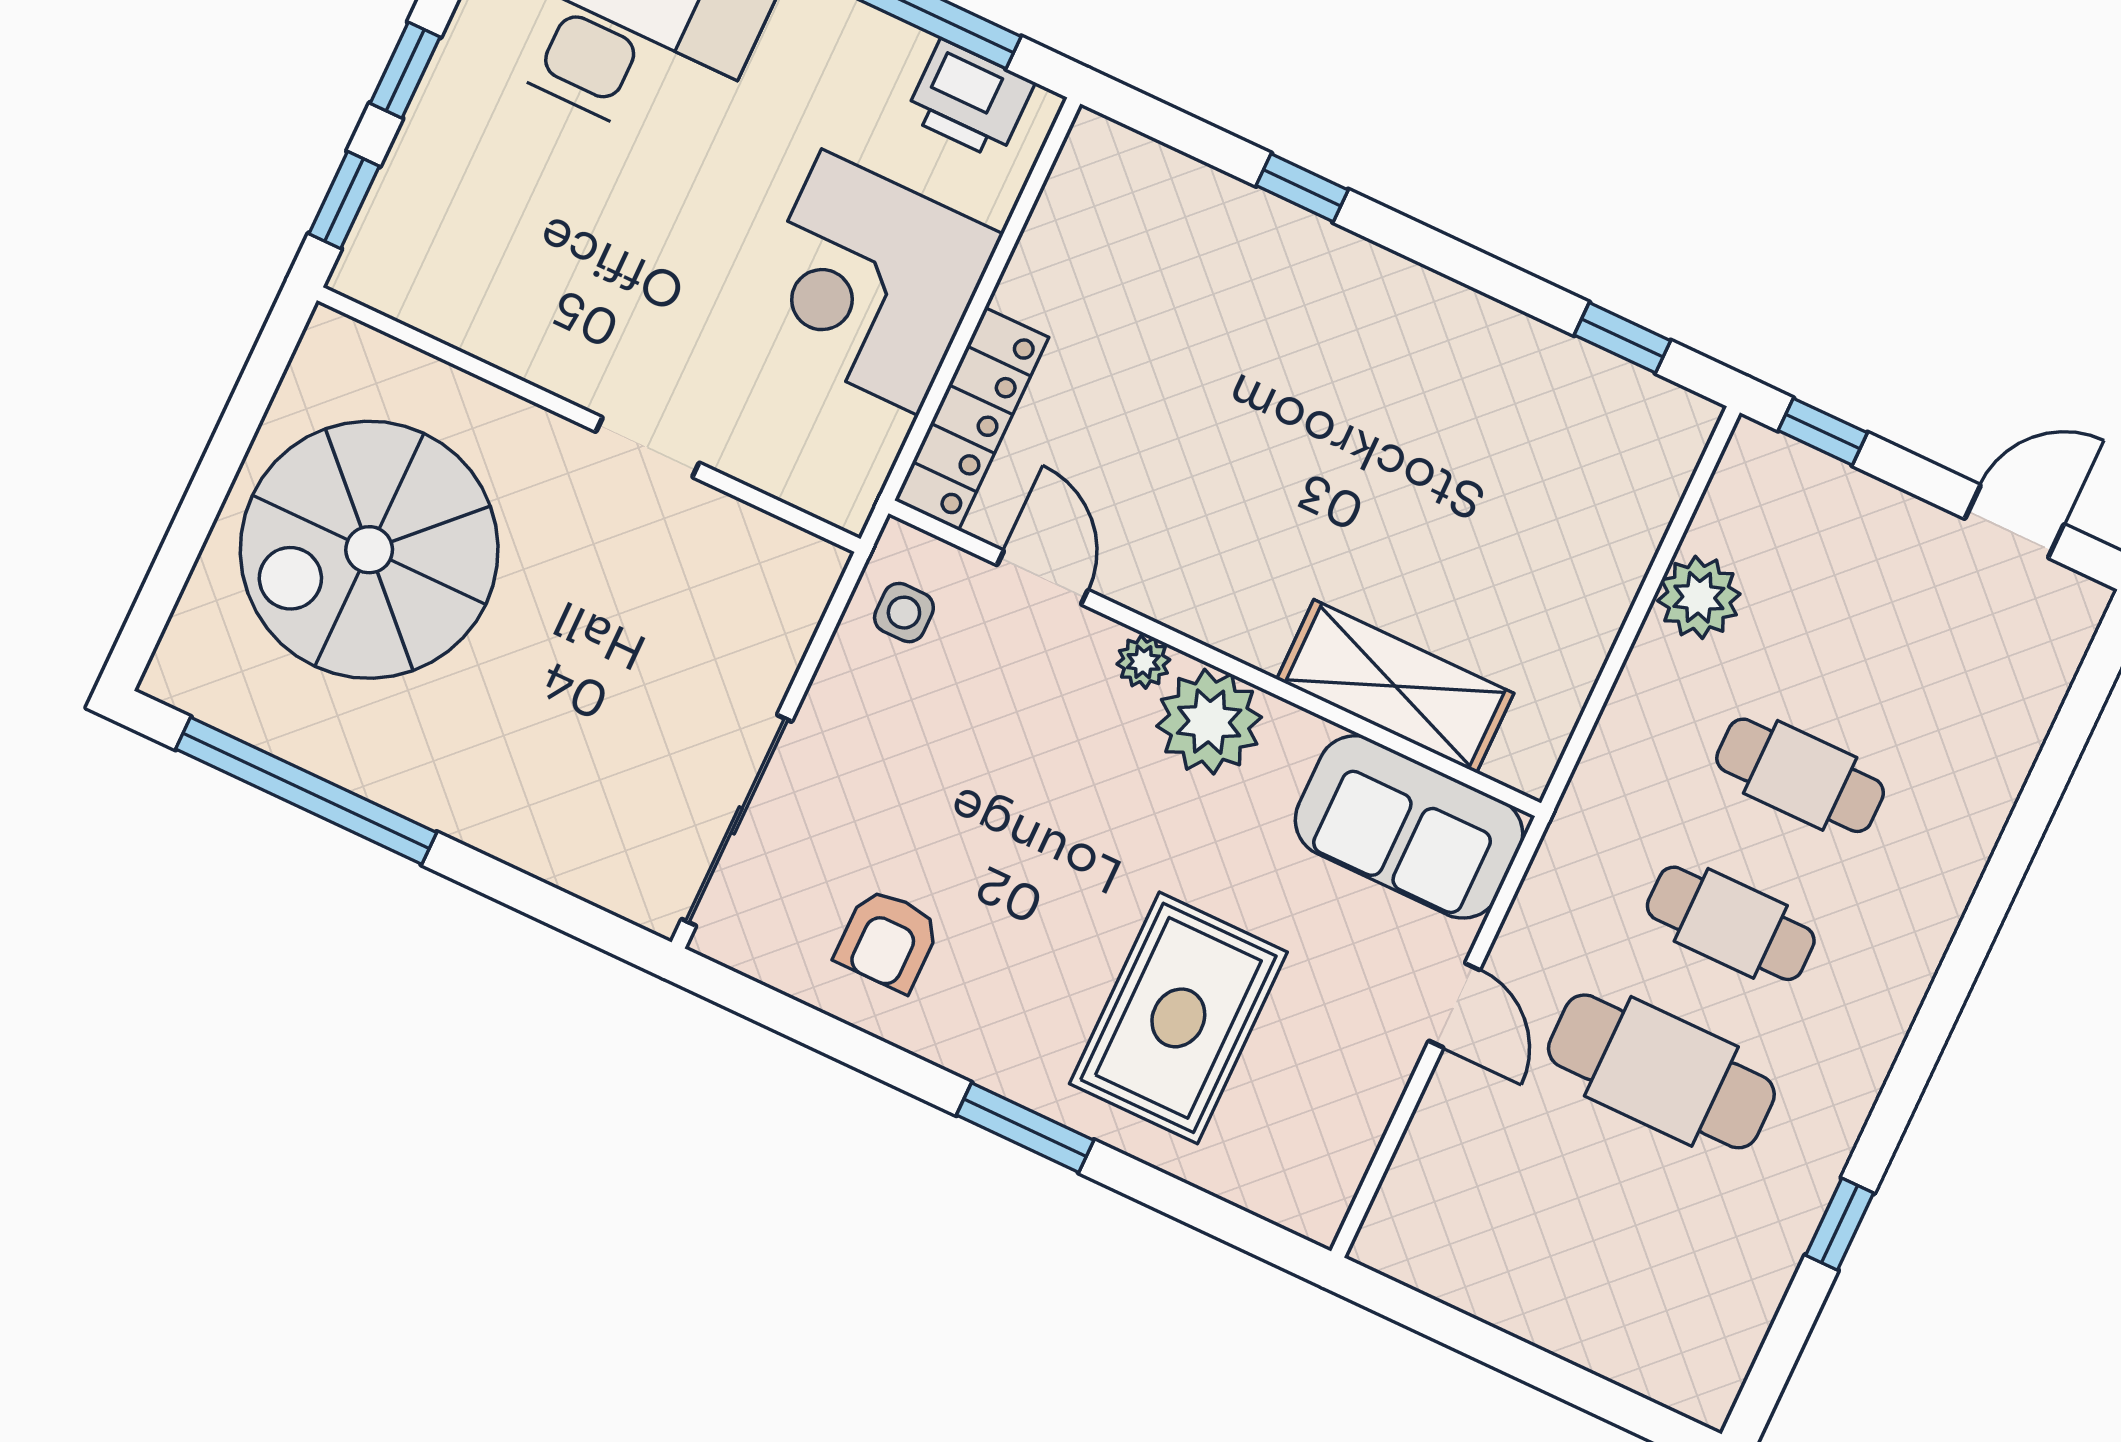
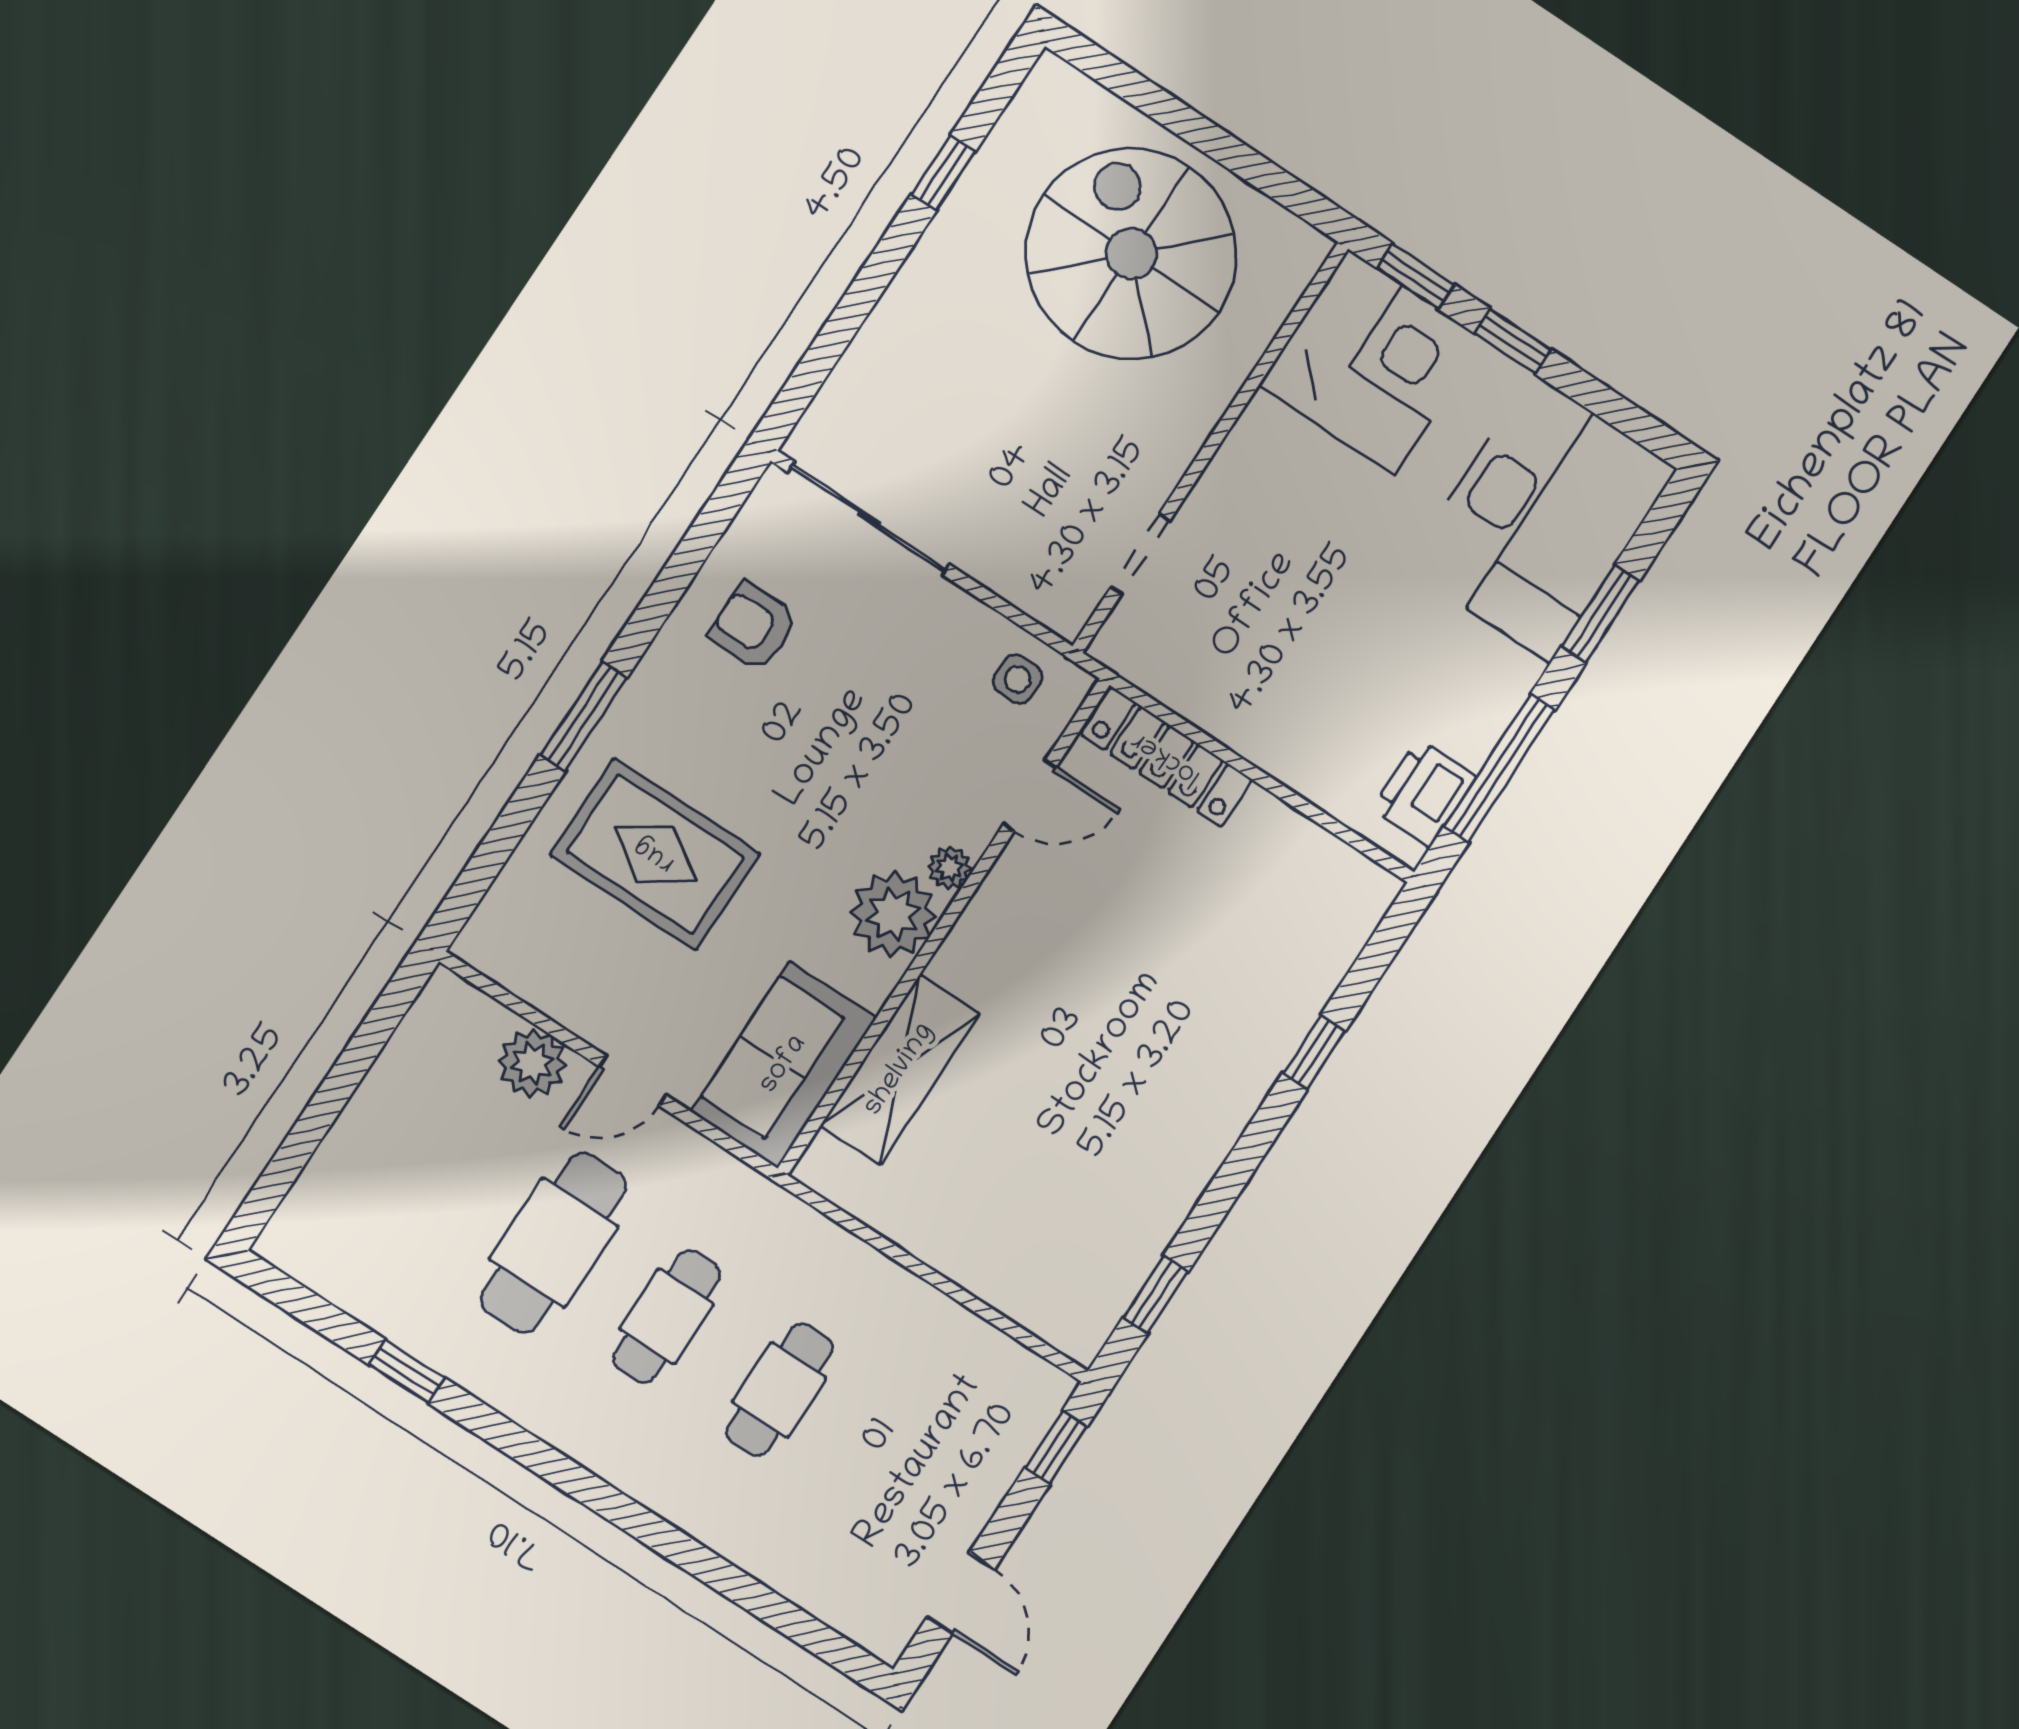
corner desk: (870, 282) -> (1371, 362), moved, turned 90
doorway: (648, 447) -> (1140, 554), moved
plant: (1699, 597) -> (532, 1063), moved
window: (306, 791) -> (944, 173), width x0.32

